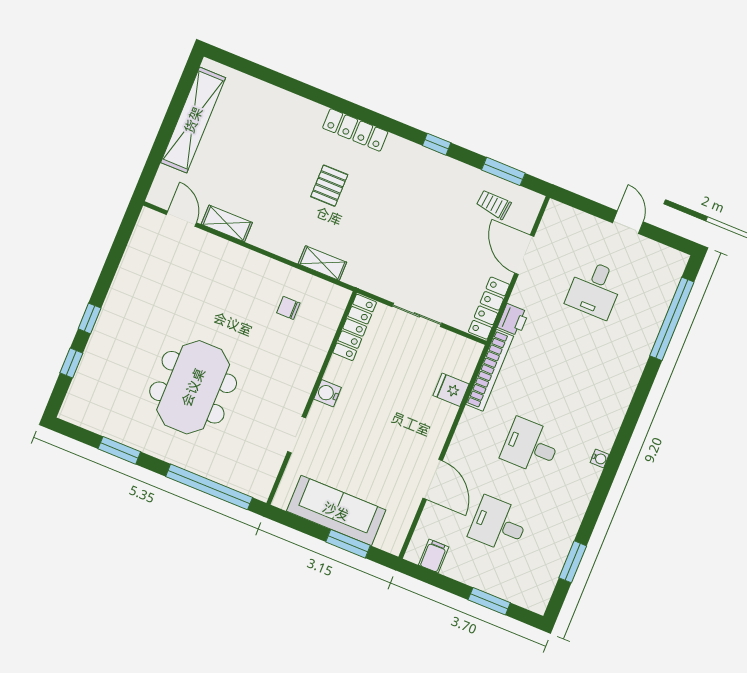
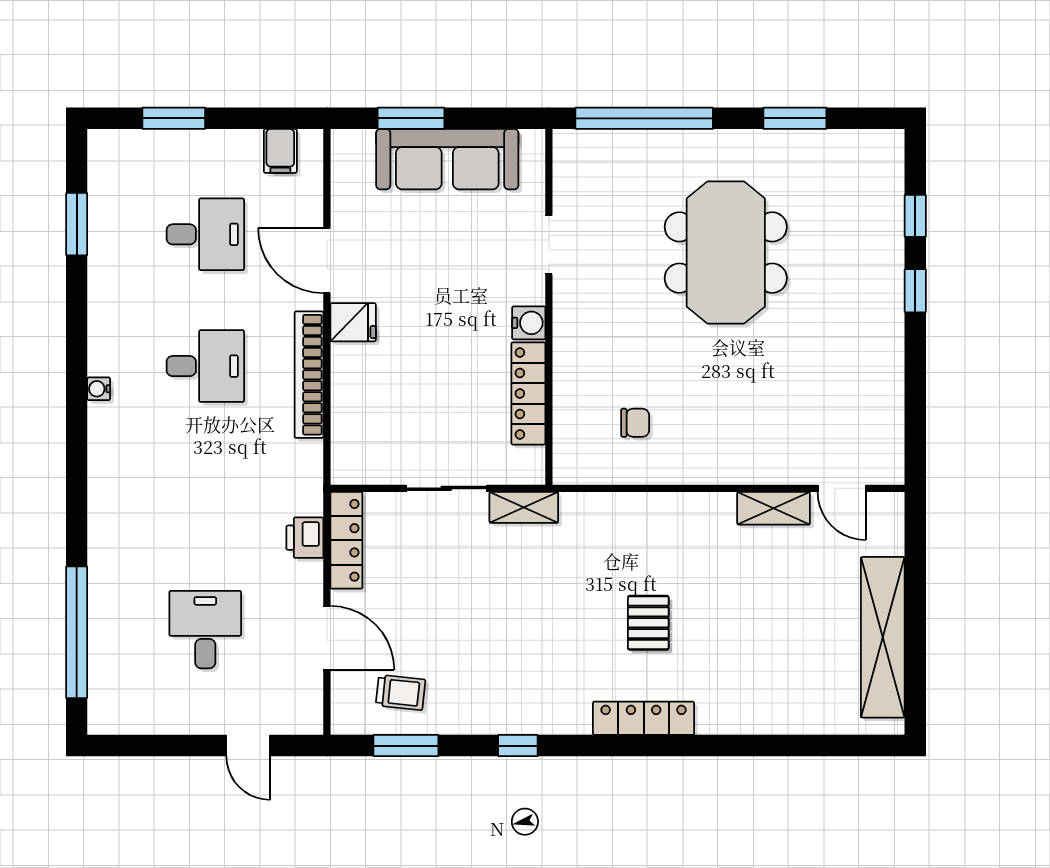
door: (628, 222) -> (248, 746), moved
shelving: (322, 263) -> (524, 507), moved
locker: (355, 327) -> (528, 393), moved
bookcase: (490, 370) -> (309, 375), moved
fridge: (451, 390) -> (353, 322), moved

